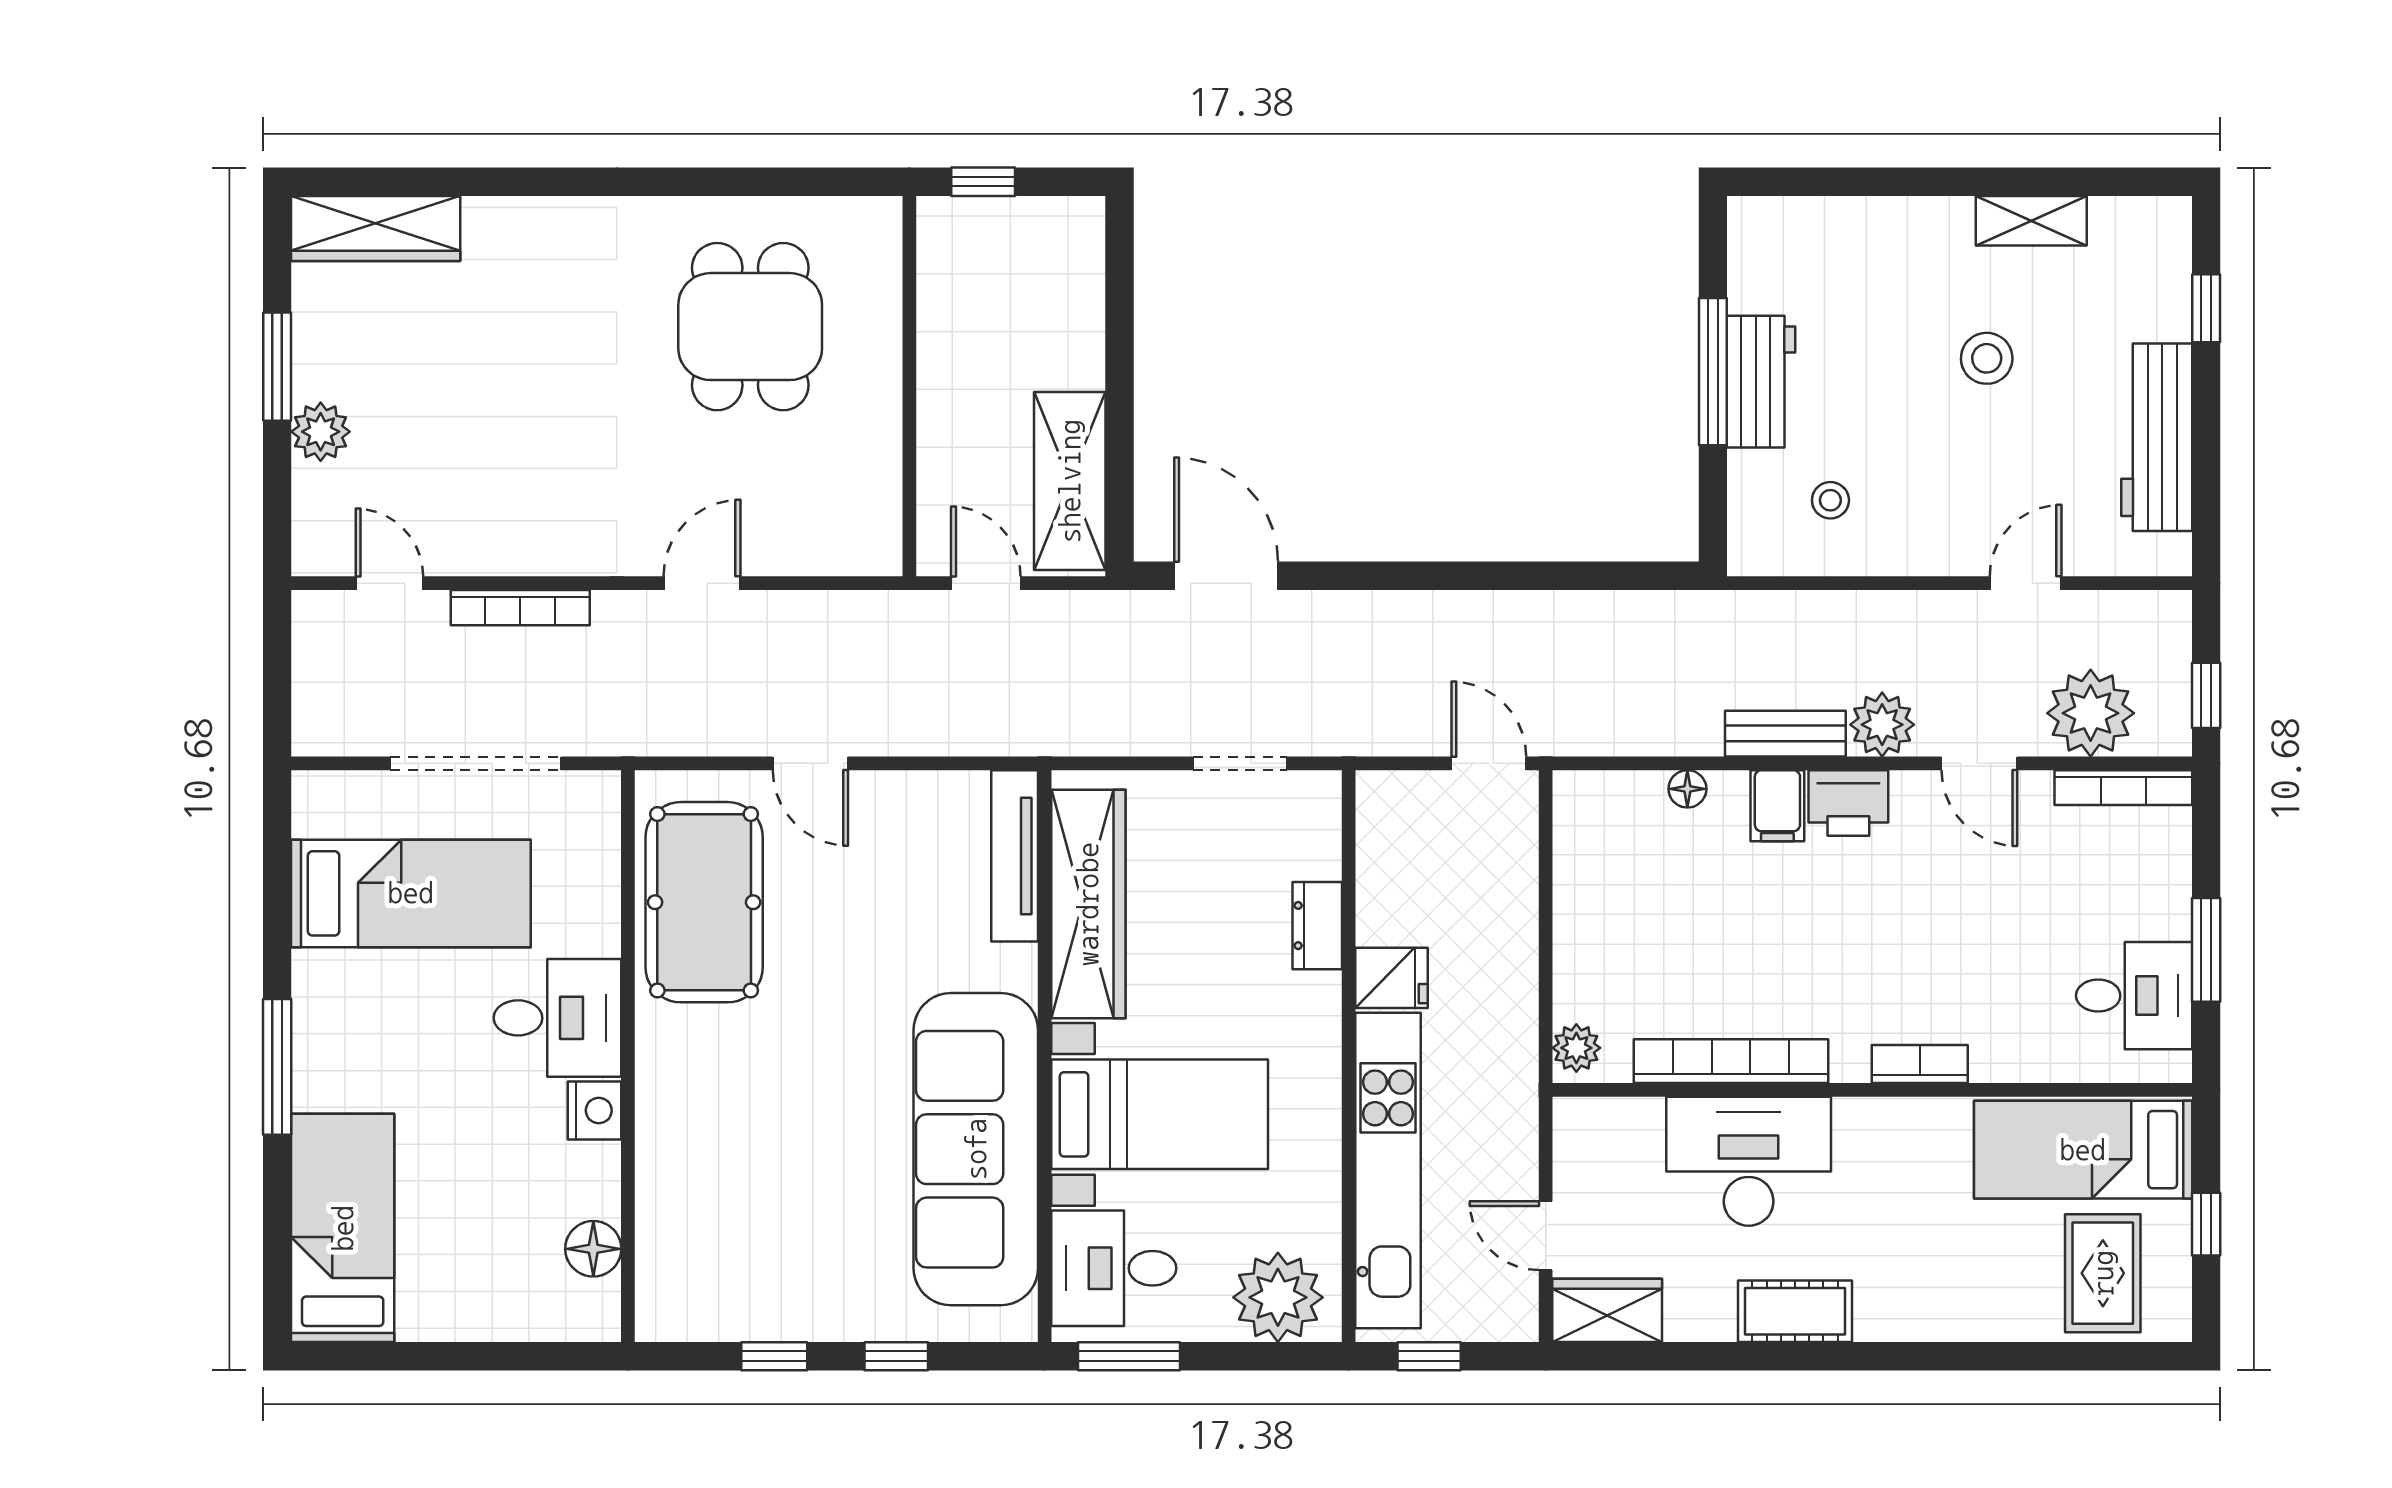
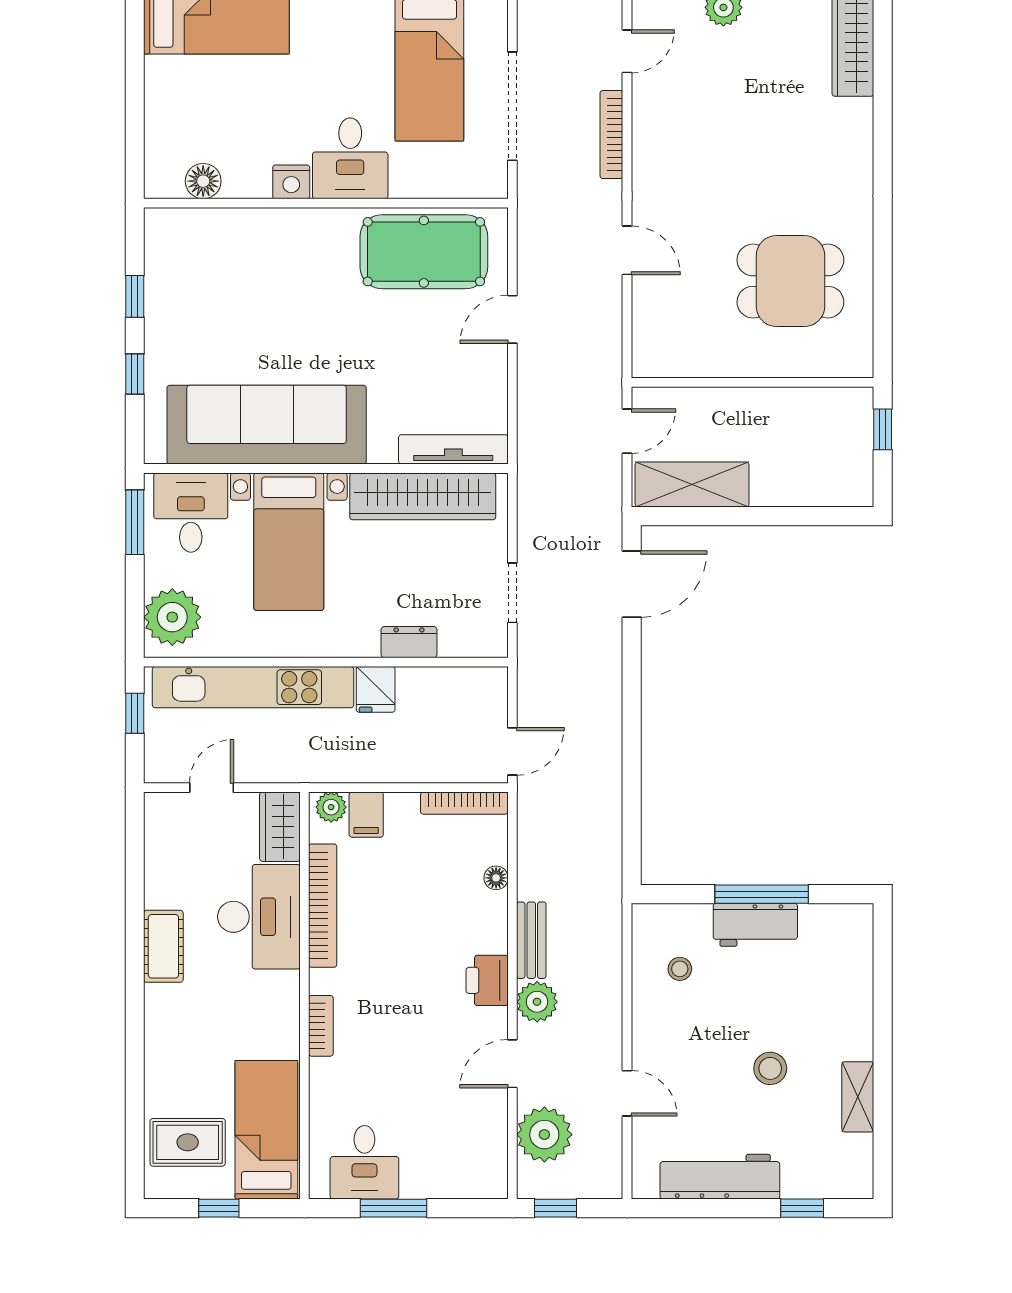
bookcase: (2123, 788) -> (464, 803), moved, turned -90
filing cabinet: (1777, 806) -> (366, 815), moved, turned -90
wardrobe: (1607, 1310) -> (280, 827), moved, turned 180

